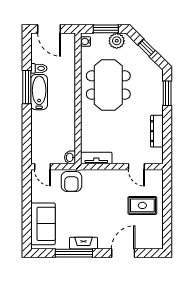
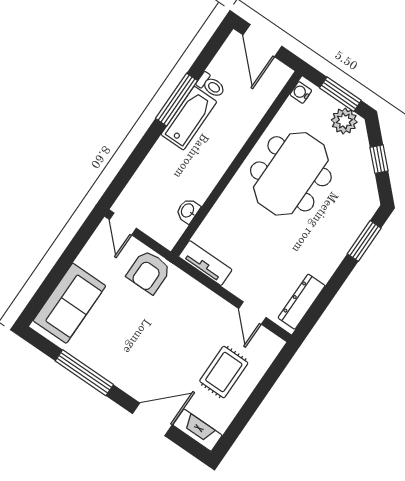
dresser: (157, 131) -> (301, 302), moved
washbasin: (70, 157) -> (188, 211), moved
rug: (142, 205) -> (224, 372), turned 90
fireplace: (83, 243) -> (197, 430), moved

